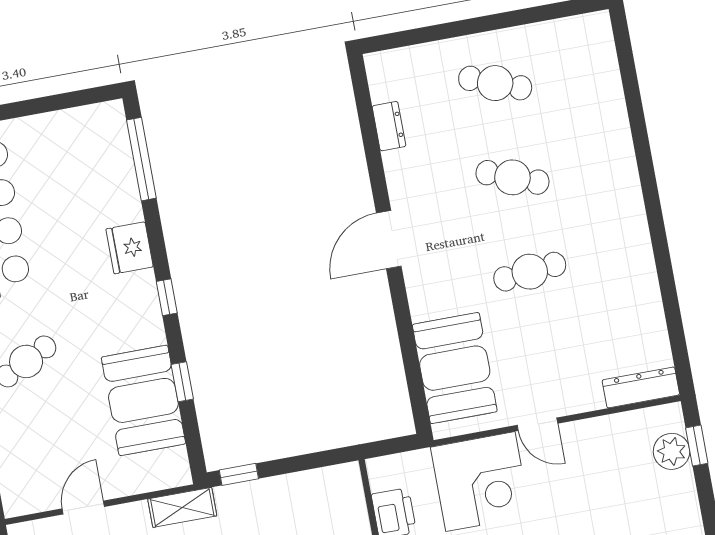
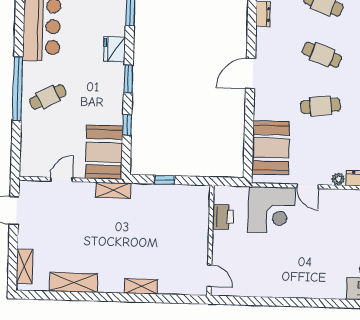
window: (167, 297) -> (128, 79), width x1.50
plant: (591, 399) -> (338, 179), added
booth: (143, 400) -> (104, 152), moved
window: (239, 474) -> (165, 180), moved

